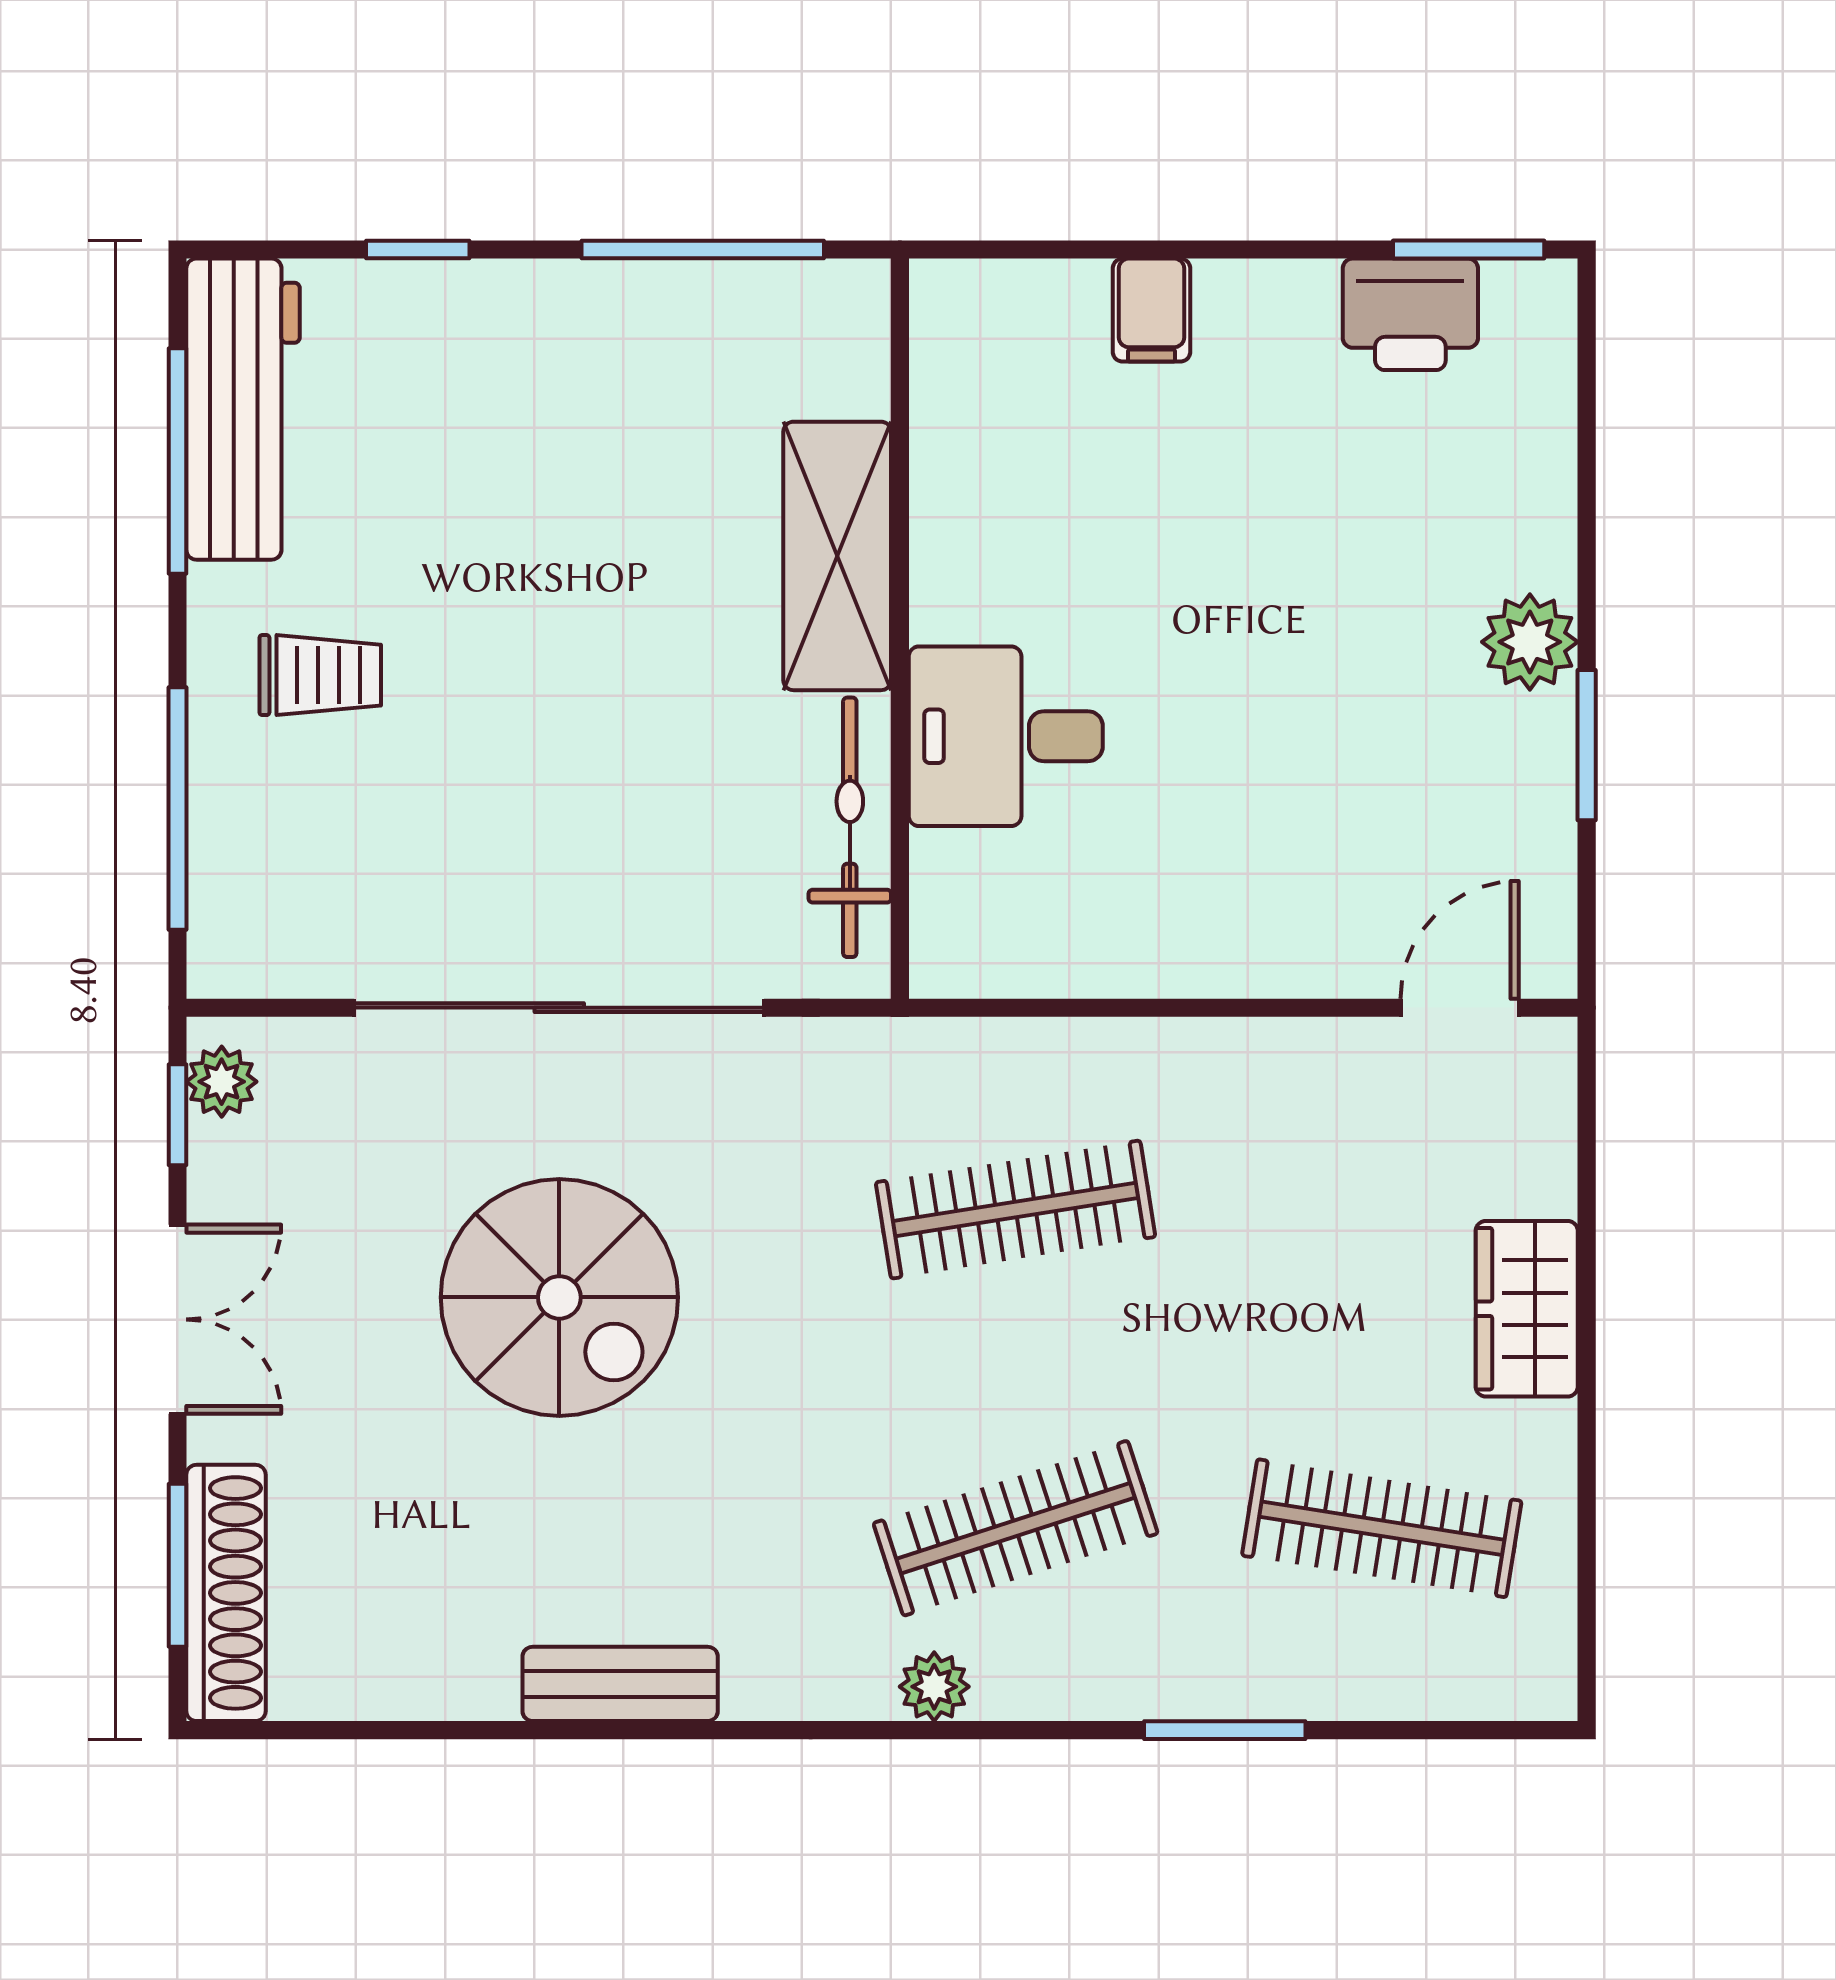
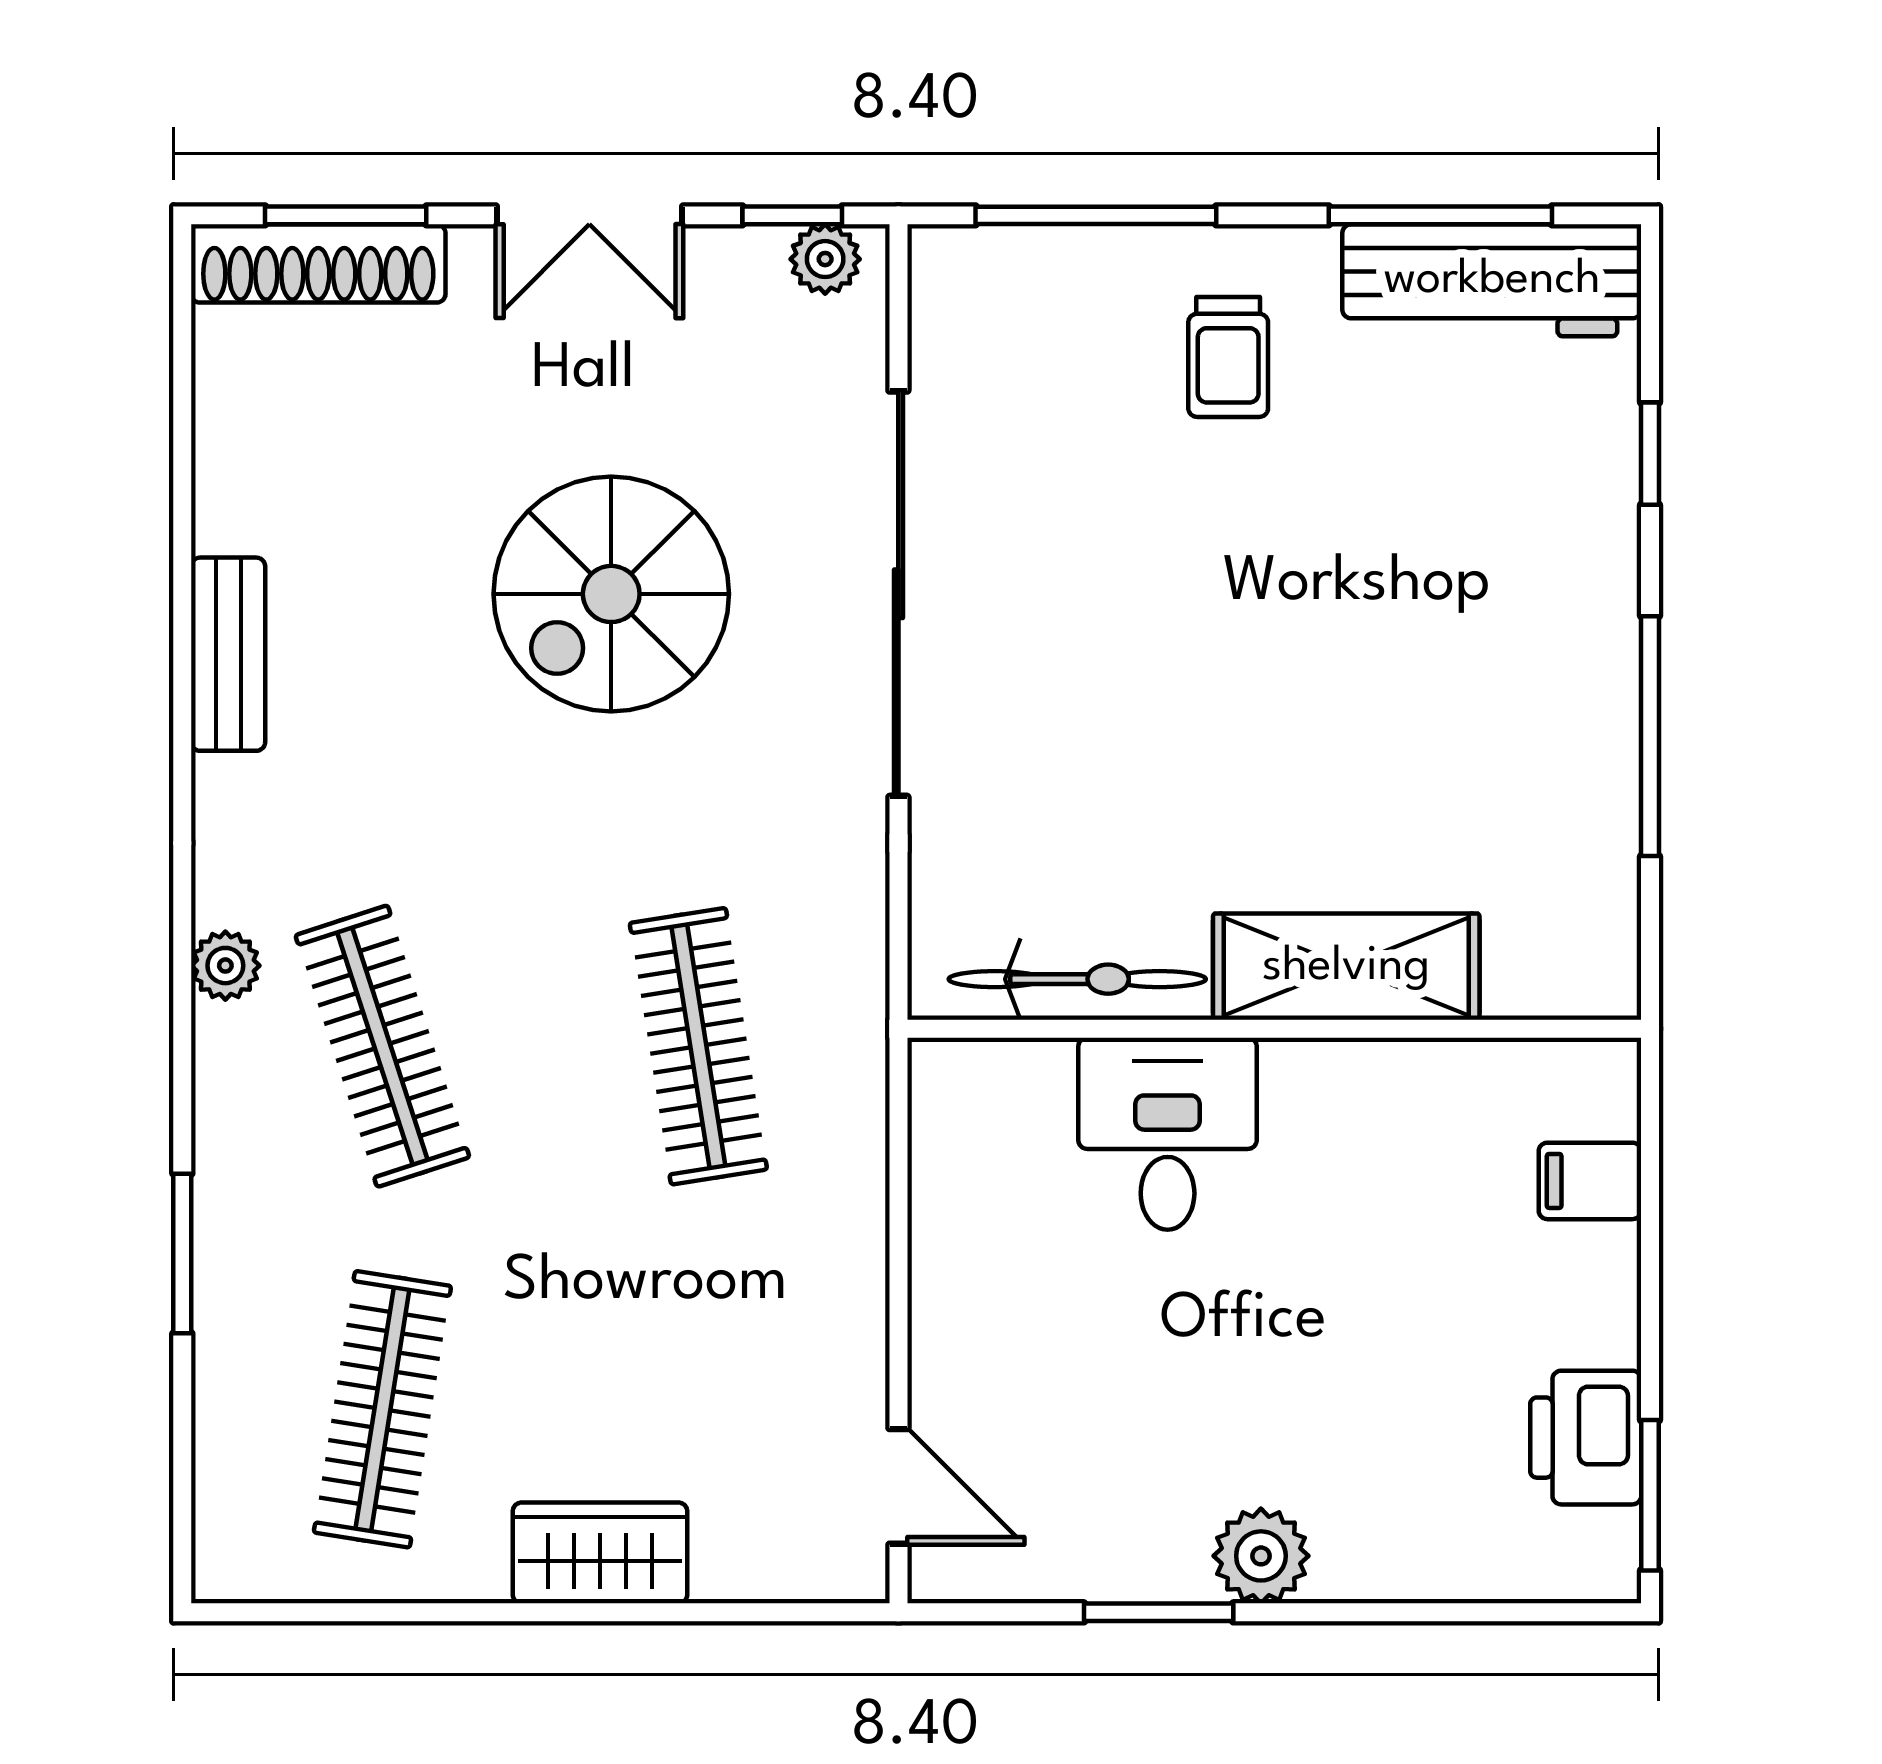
shelving: (837, 556) -> (1346, 967), moved
wall: (900, 629) -> (1274, 1029), moved
desk: (1006, 736) -> (1168, 1134), moved
bicycle: (850, 827) -> (1077, 979), moved

